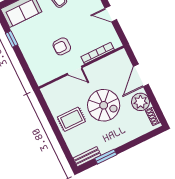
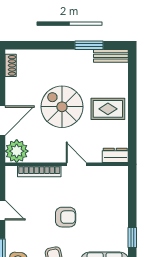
armchair: (62, 46) -> (66, 217), moved
dresser: (51, 90) -> (115, 155), added
plant: (141, 102) -> (17, 151), moved

